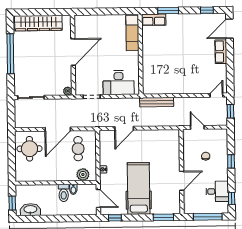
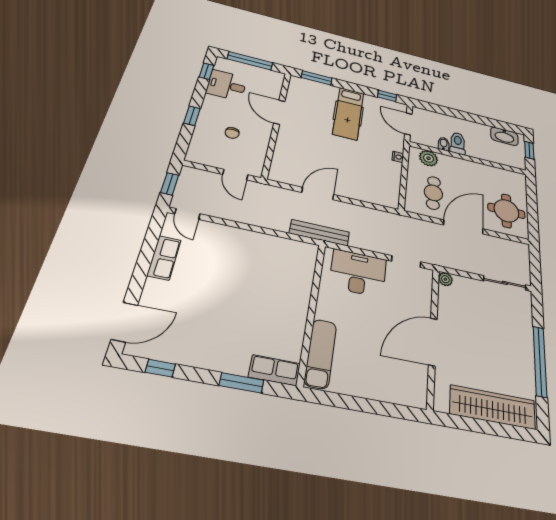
row of seats: (221, 52) -> (164, 258), moved
door: (216, 95) -> (187, 214), hinge flipped
bench: (157, 102) -> (319, 233), moved
door: (124, 128) -> (318, 193), moved
door: (182, 181) -> (279, 112), hinge flipped
hospital bed: (139, 188) -> (348, 113), width x0.73, depth x0.78

